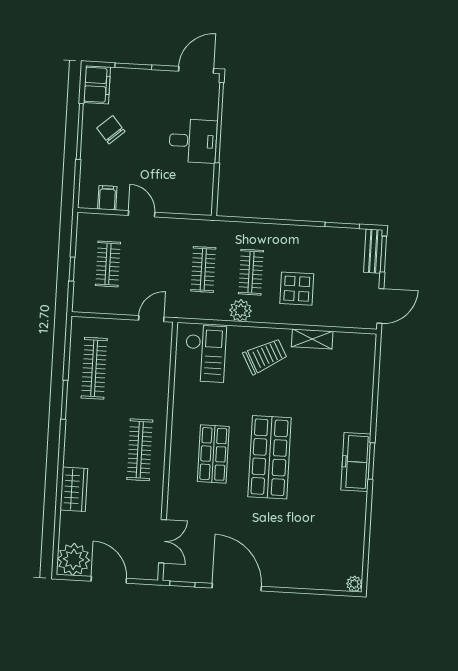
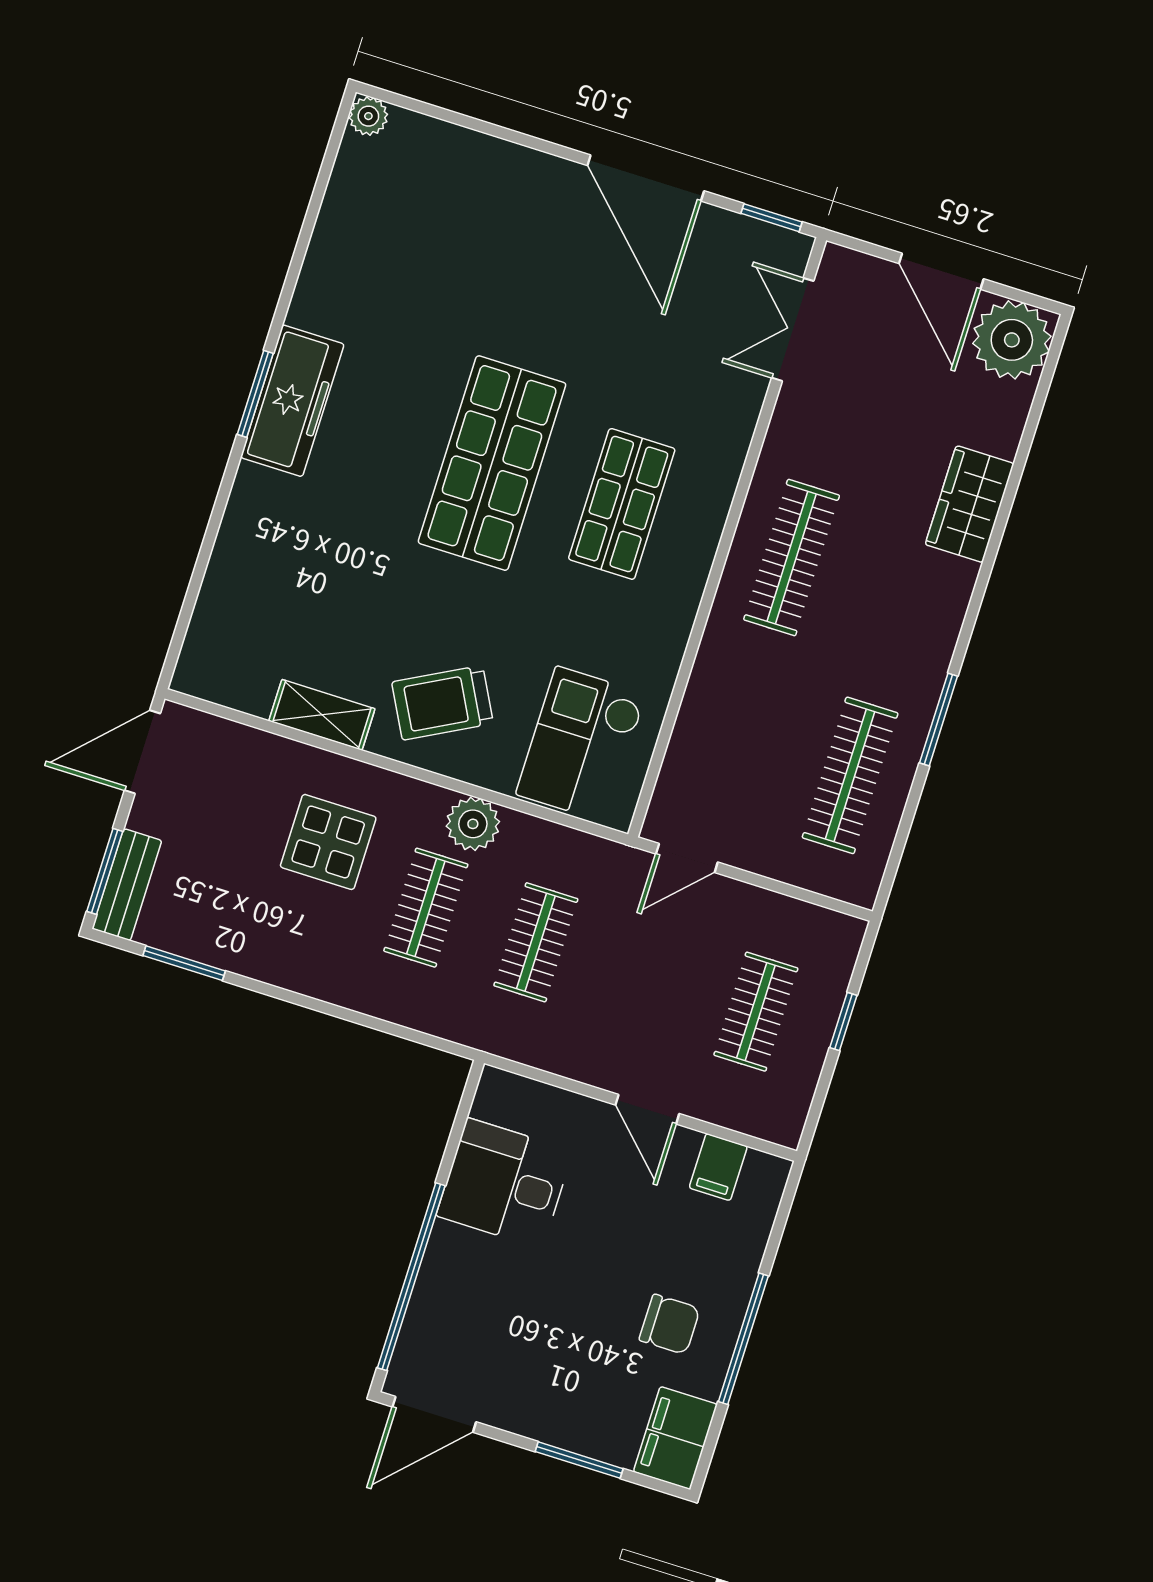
chair: (111, 130) -> (670, 1324), turned -49
desk: (193, 141) -> (505, 1183), moved

